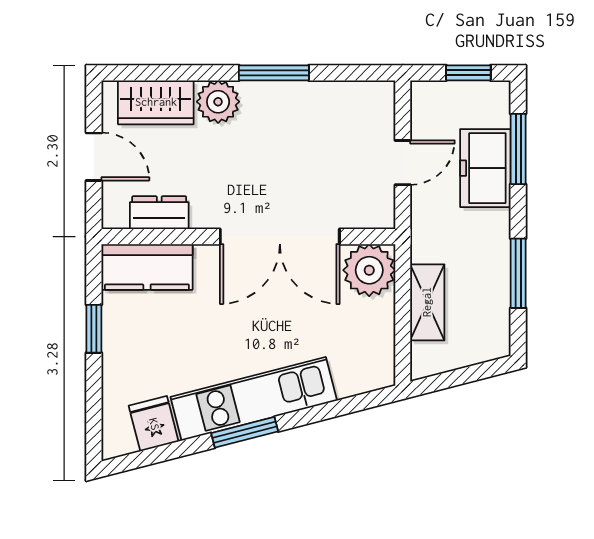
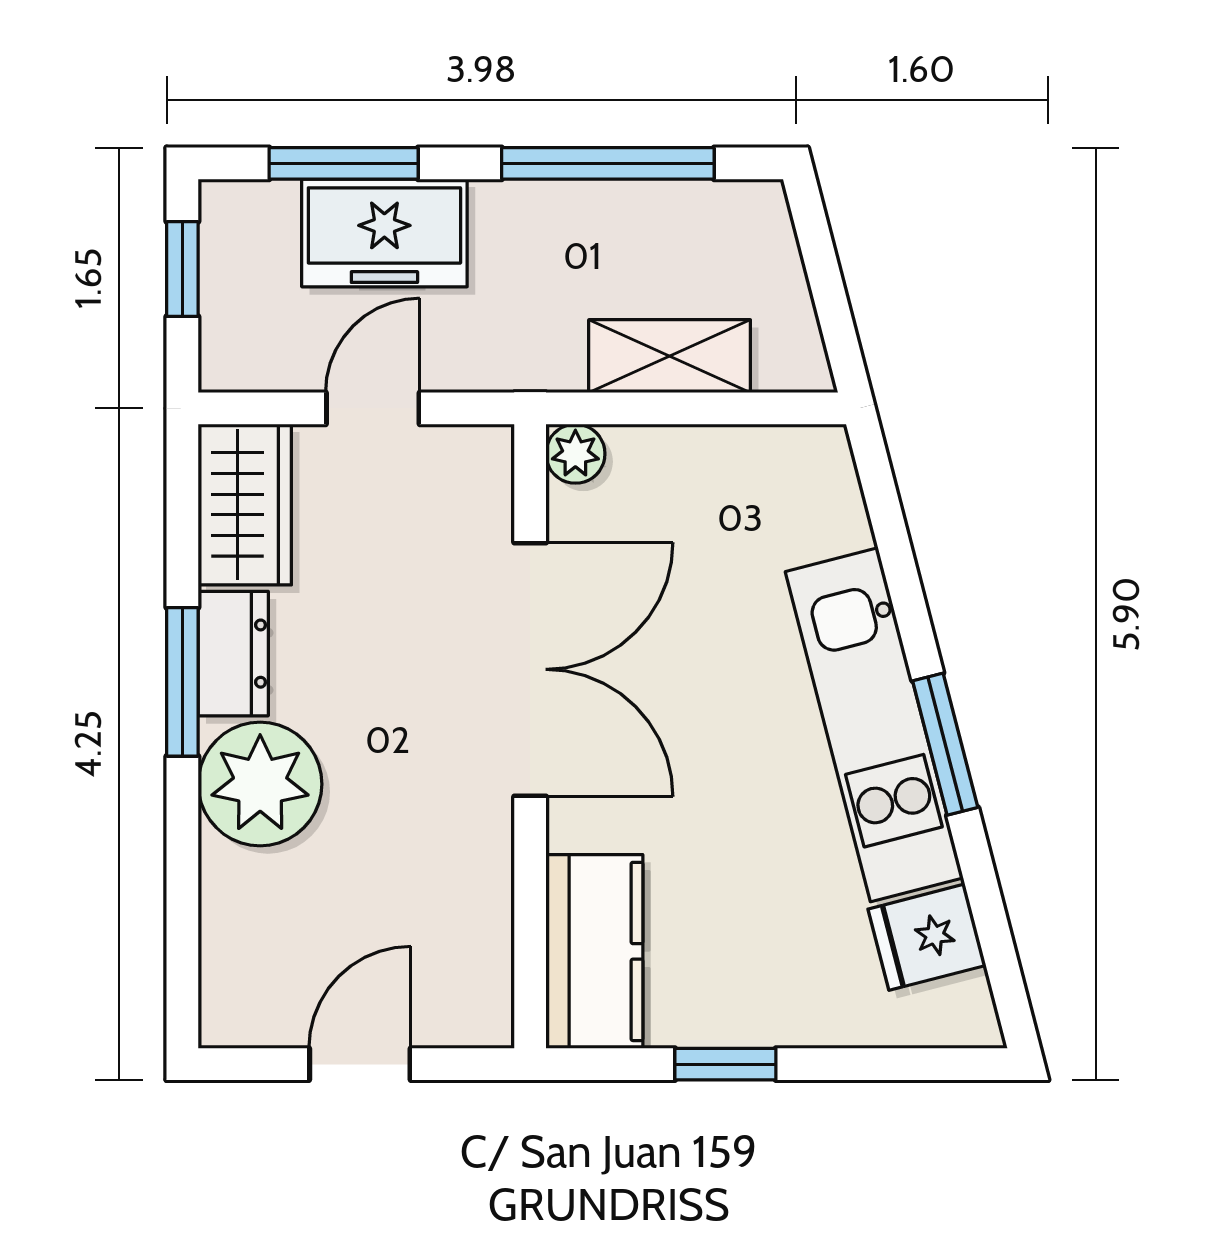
wardrobe: (156, 102) -> (245, 505), moved
plant: (218, 102) -> (260, 784), width x1.36, depth x1.36
door: (403, 163) -> (373, 408), hinge flipped
dresser: (159, 213) -> (233, 654), moved, turned 180
plant: (369, 270) -> (575, 454), width x0.53, depth x0.53
window: (518, 273) -> (608, 163), width x1.44

